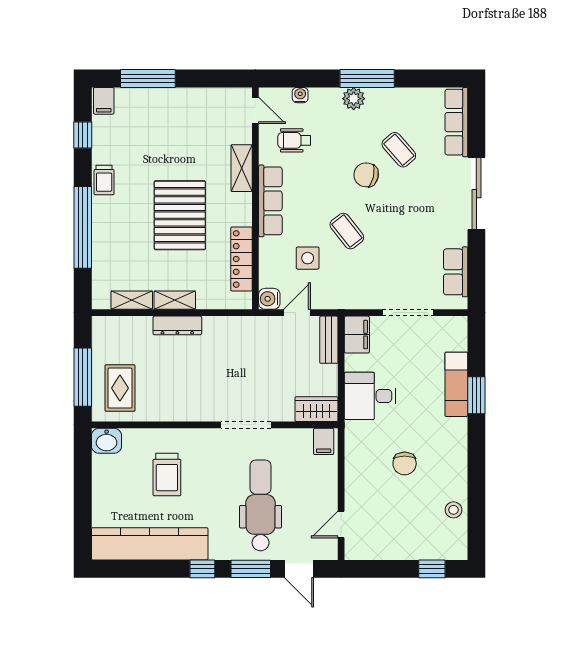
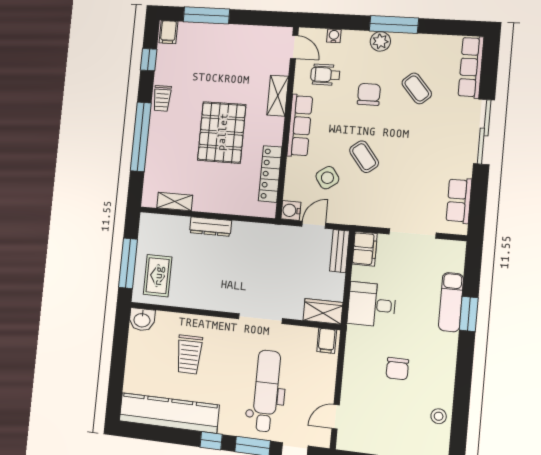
chair: (366, 175) -> (369, 94), moved, turned 77
side table: (308, 258) -> (327, 178), turned -35
shelving: (175, 300) -> (210, 205), removed

